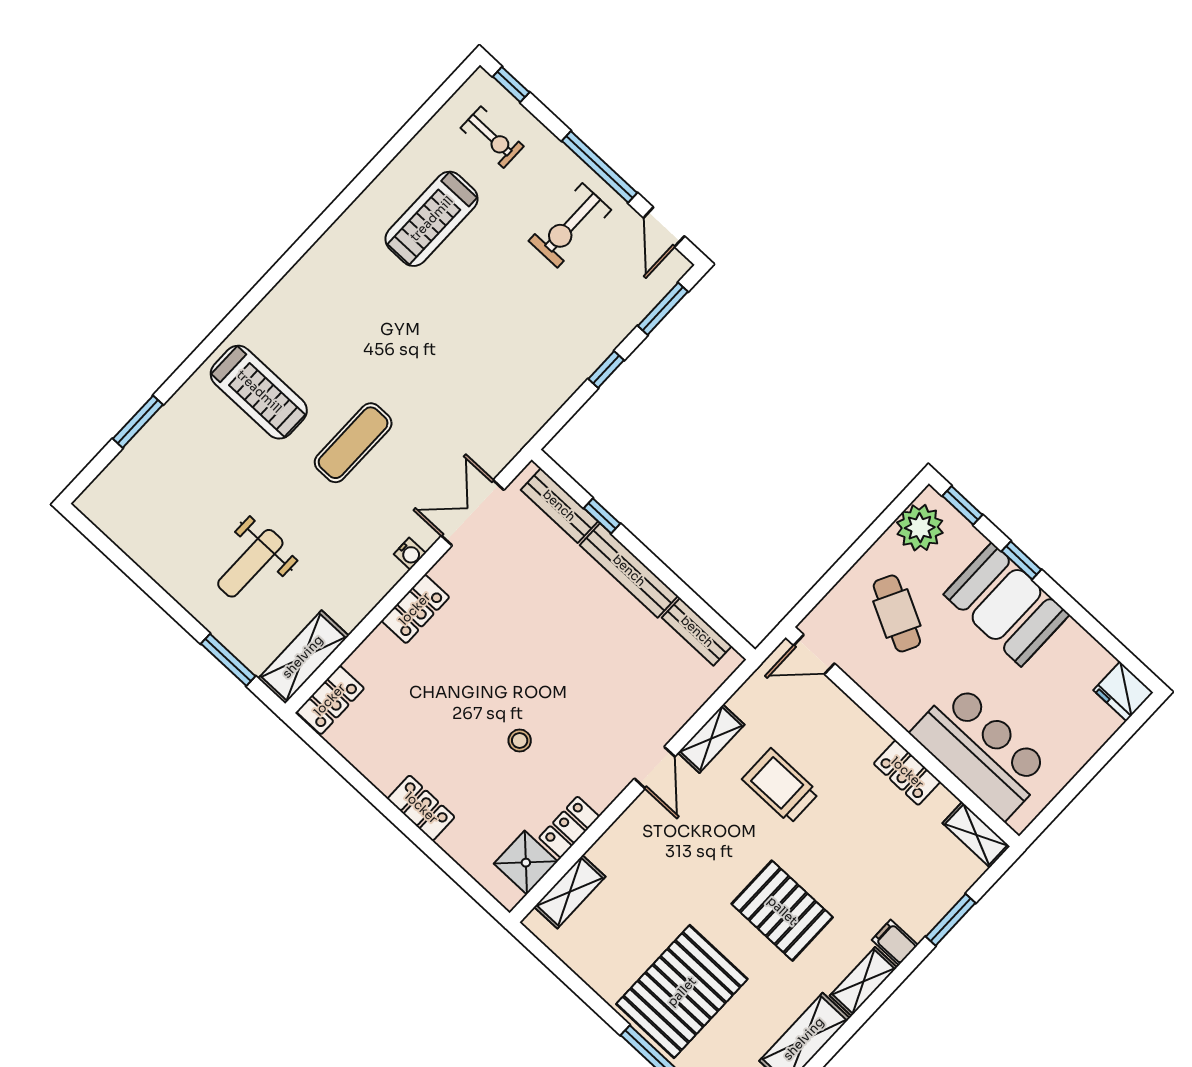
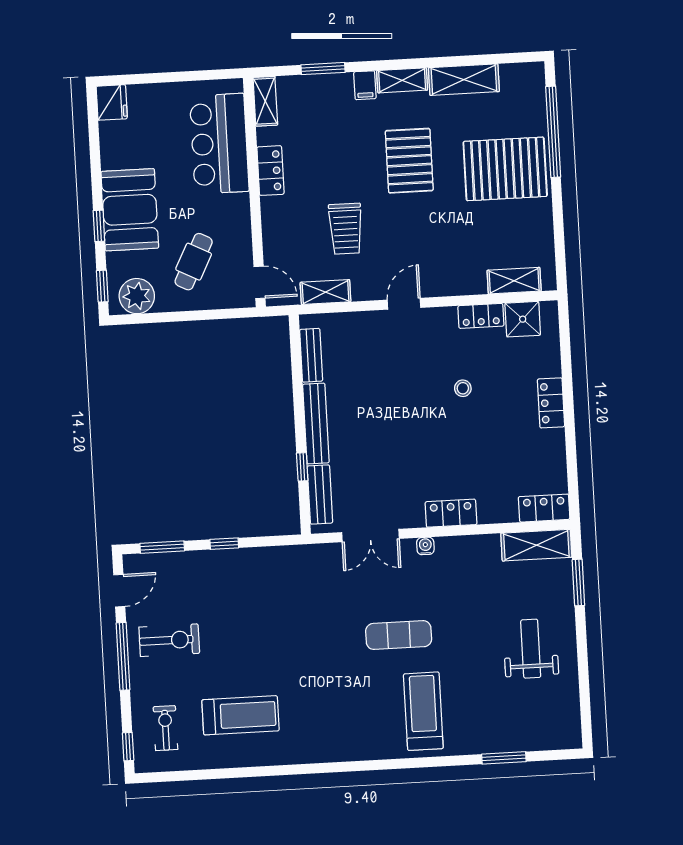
weight bench: (250, 563) -> (531, 649), moved, turned -90
shelving: (711, 739) -> (325, 292), moved

